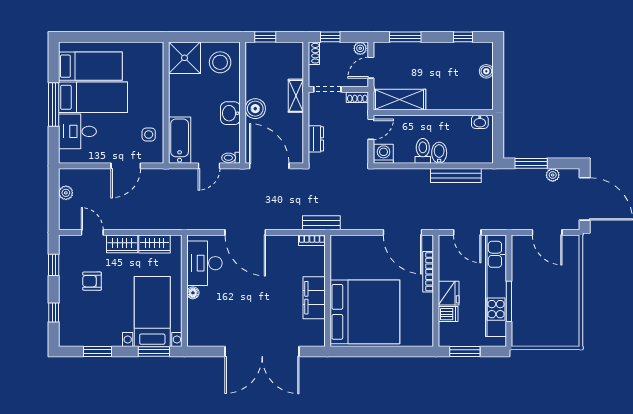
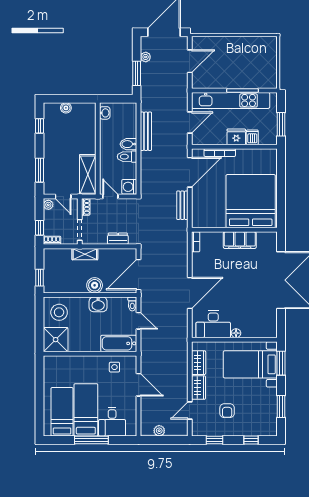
bench: (321, 223) -> (182, 205), moved

